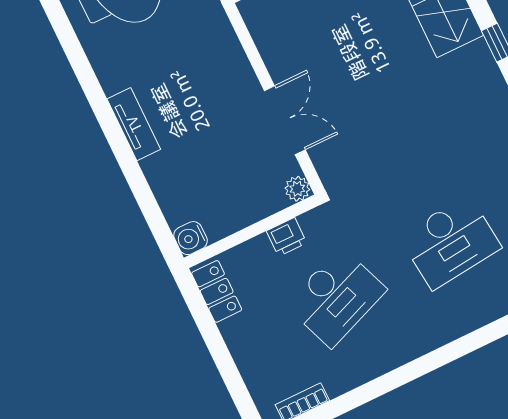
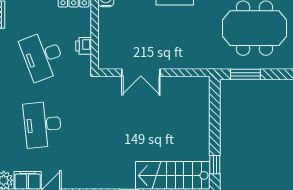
plant: (297, 189) -> (105, 63), removed

